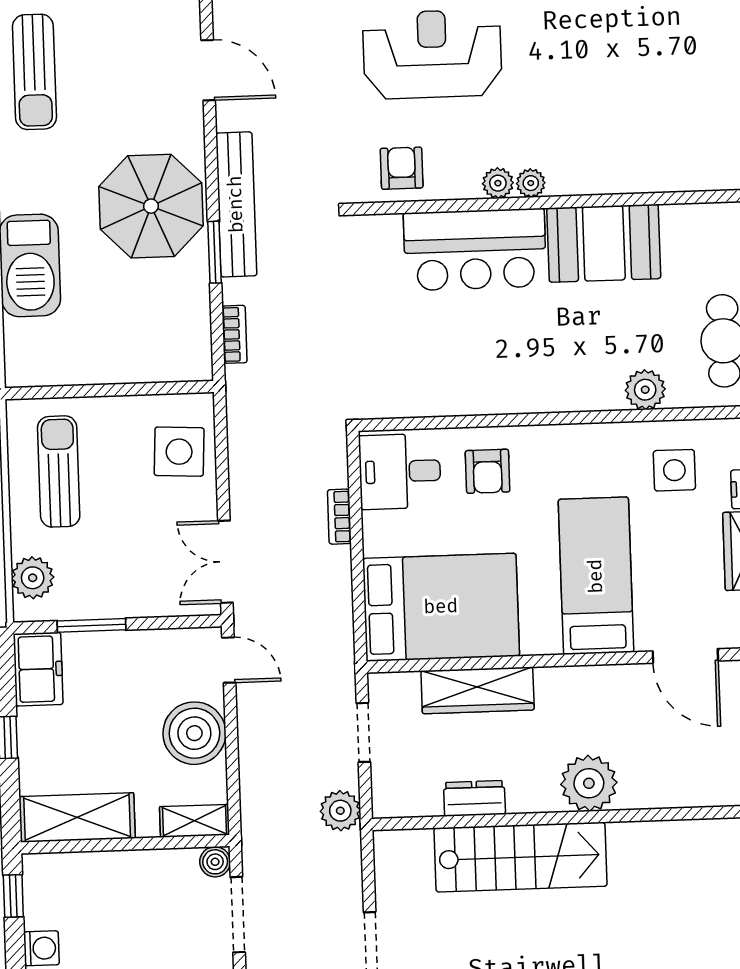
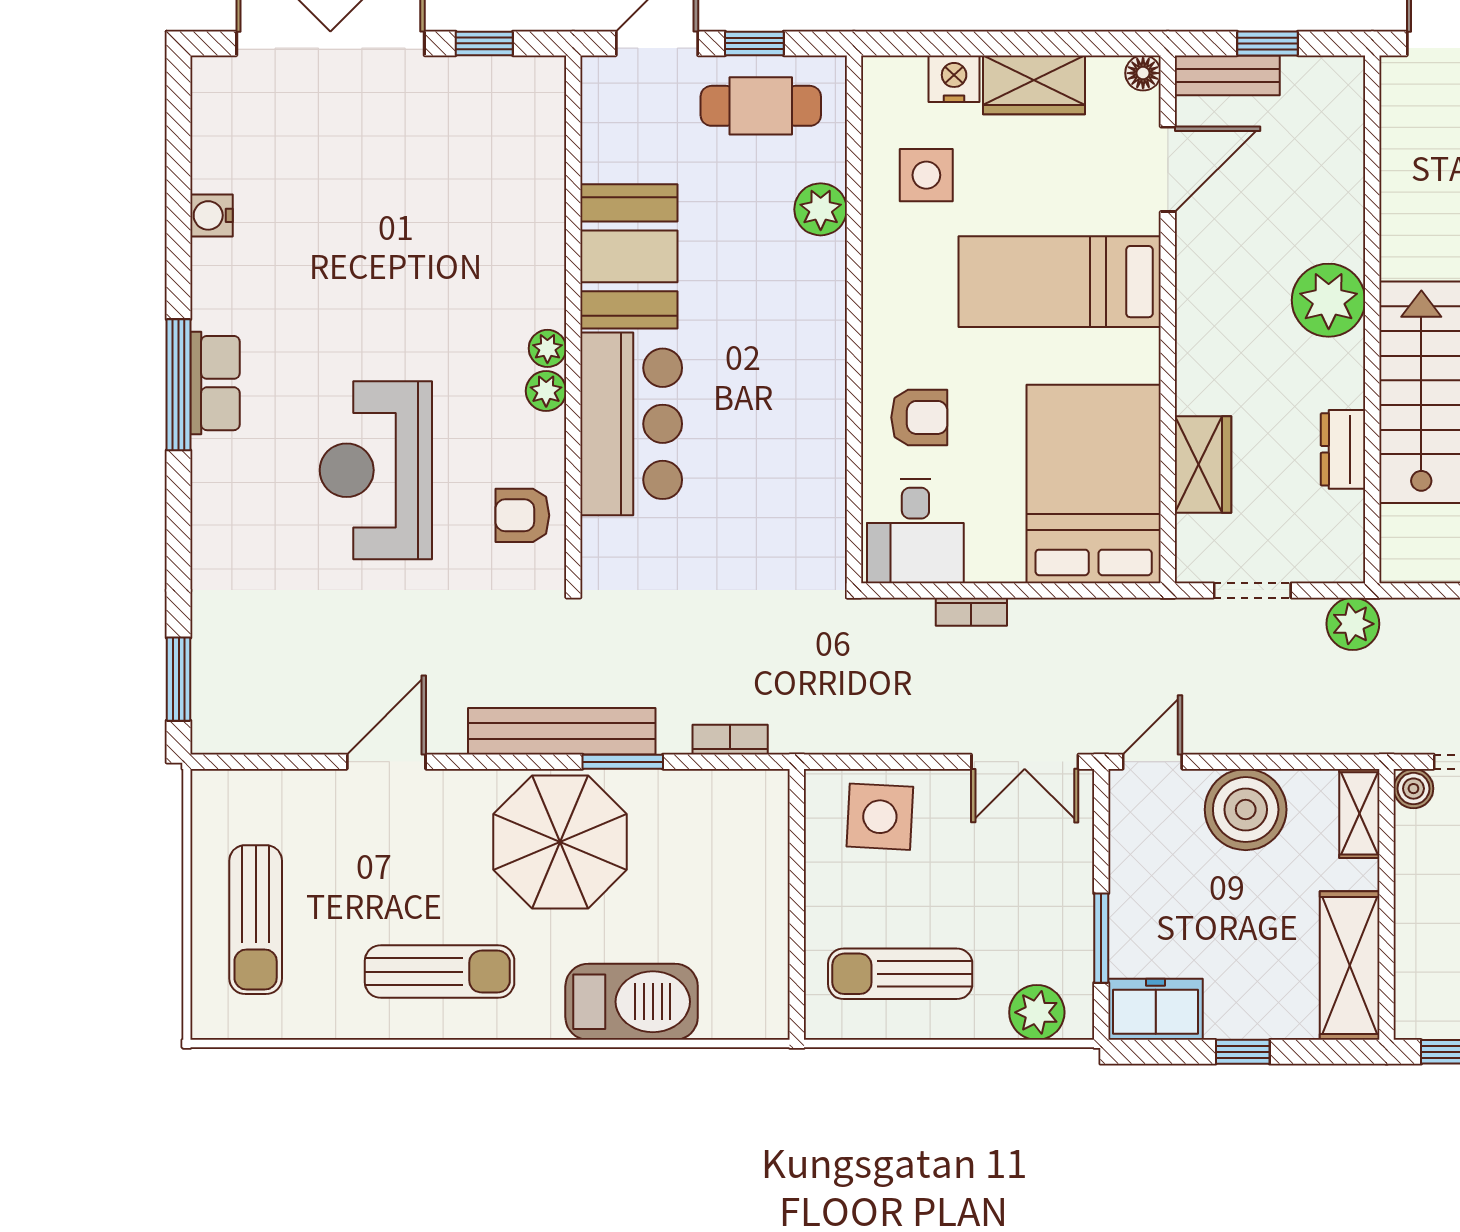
sun lounger: (34, 72) -> (440, 972), moved
wardrobe: (478, 690) -> (1203, 465), width x0.67

